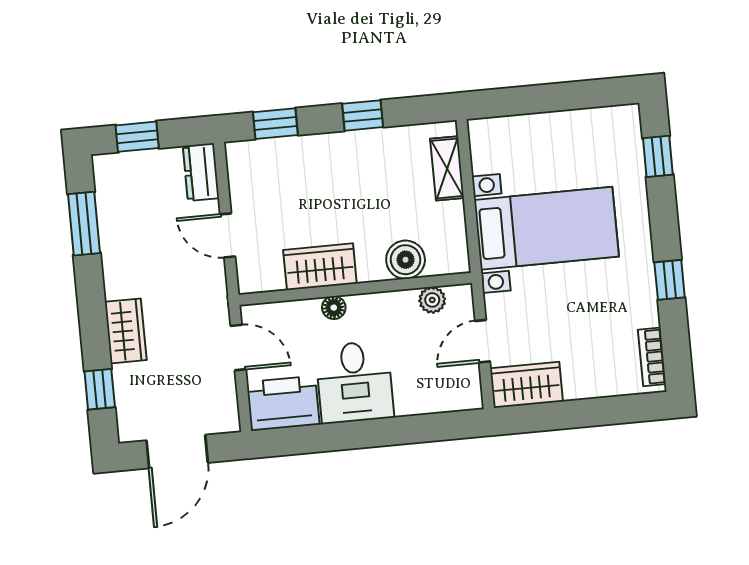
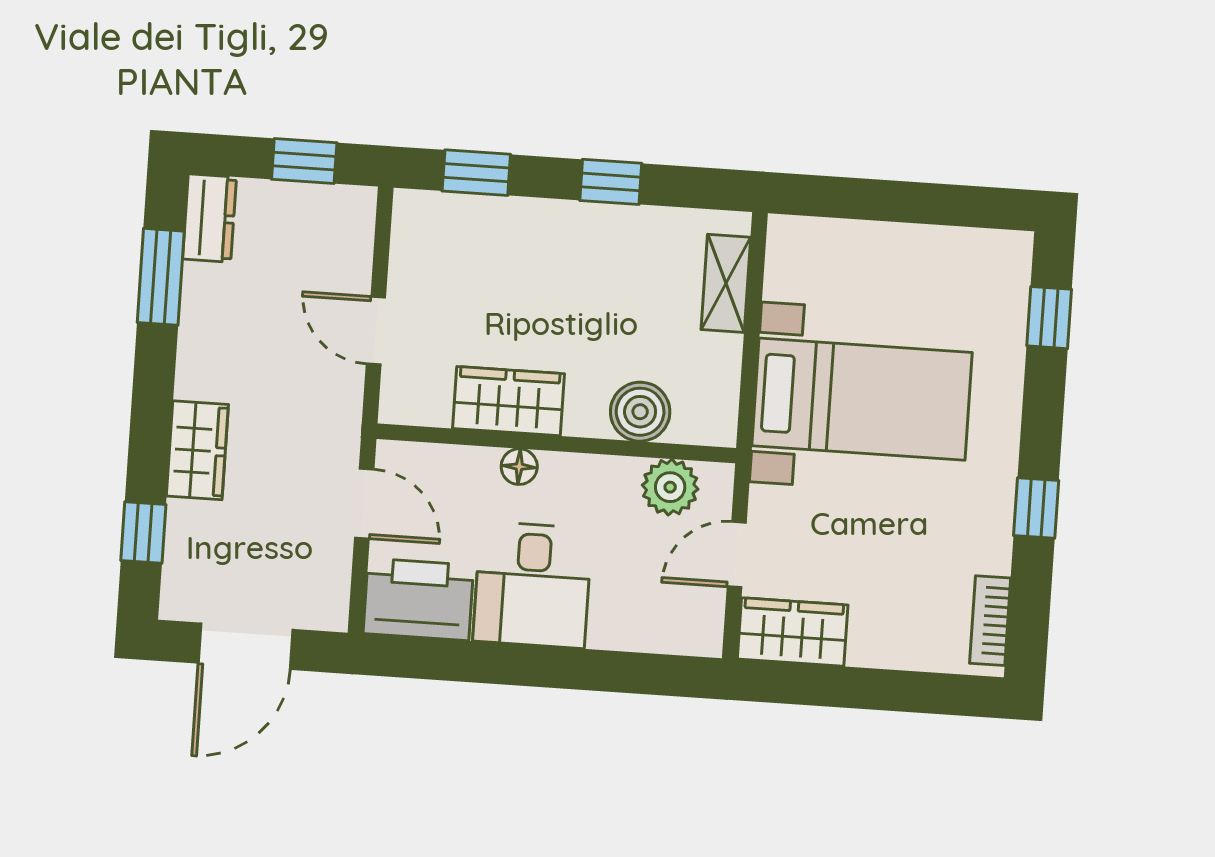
window: (137, 137) -> (304, 161), moved
dresser: (201, 172) -> (210, 218), moved, turned 180
plant: (432, 300) -> (670, 487), width x1.38, depth x1.38

